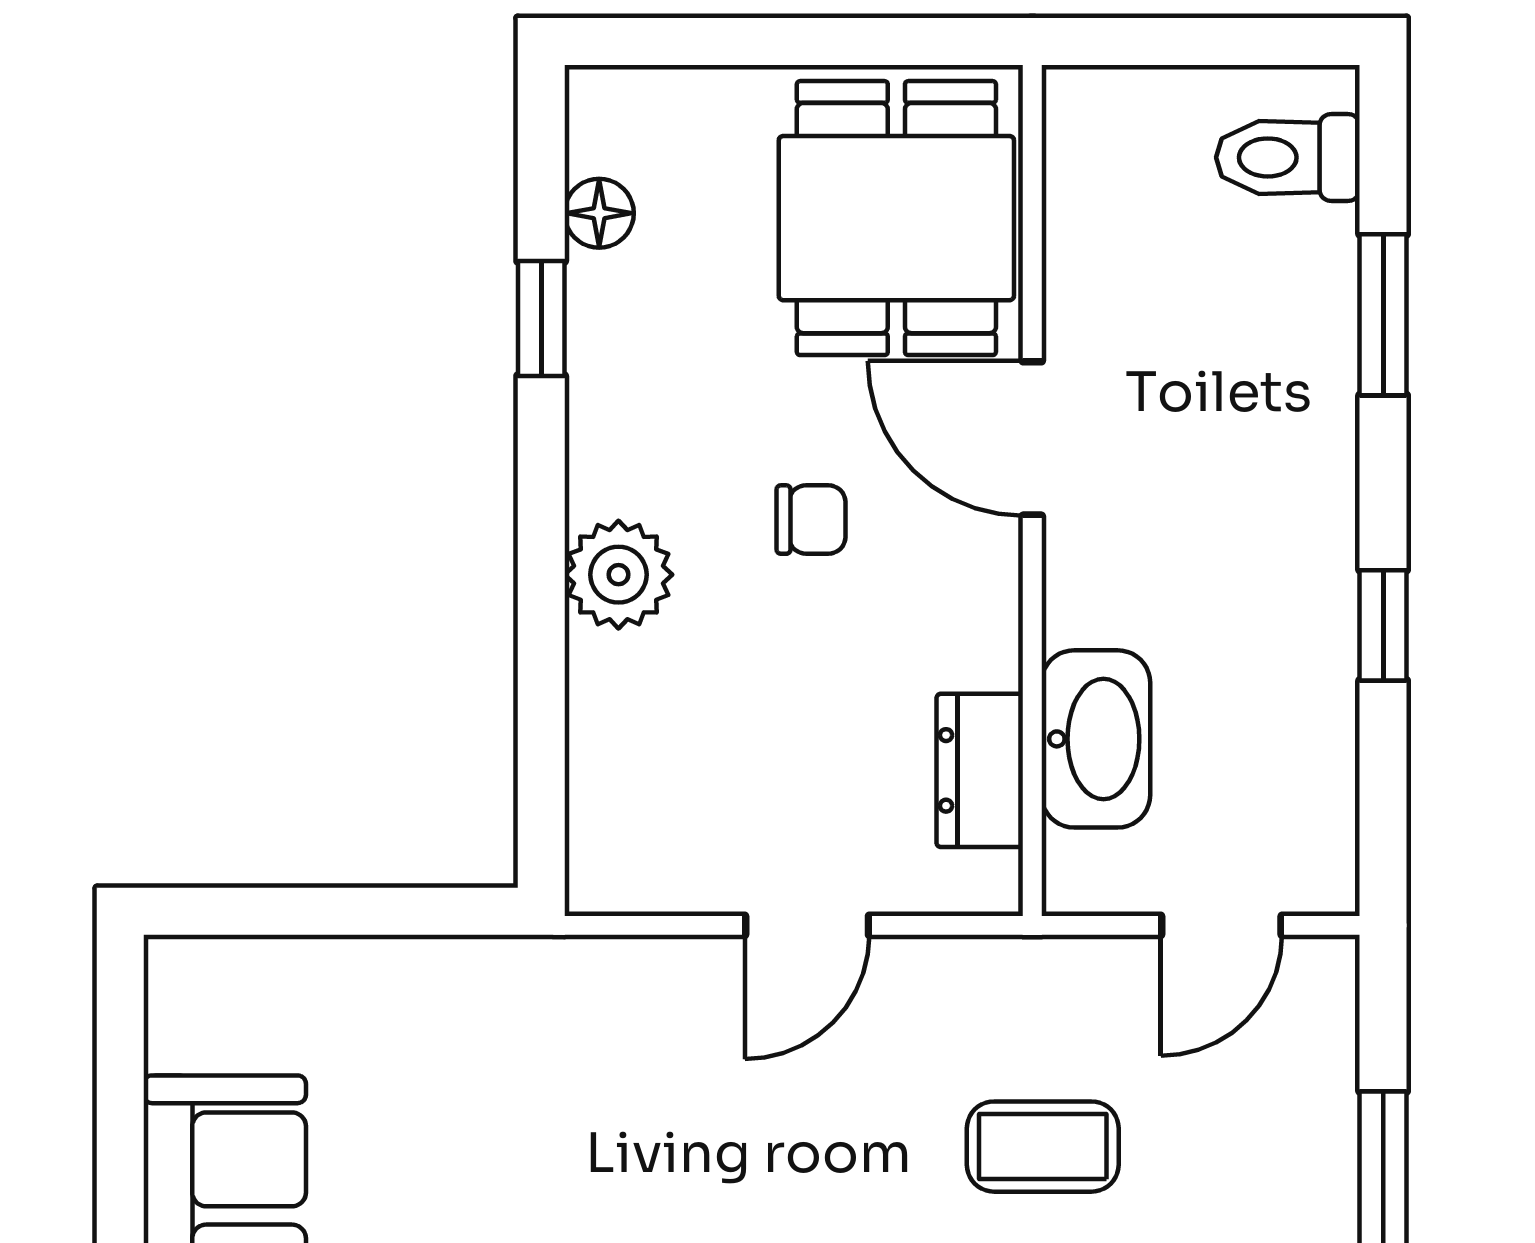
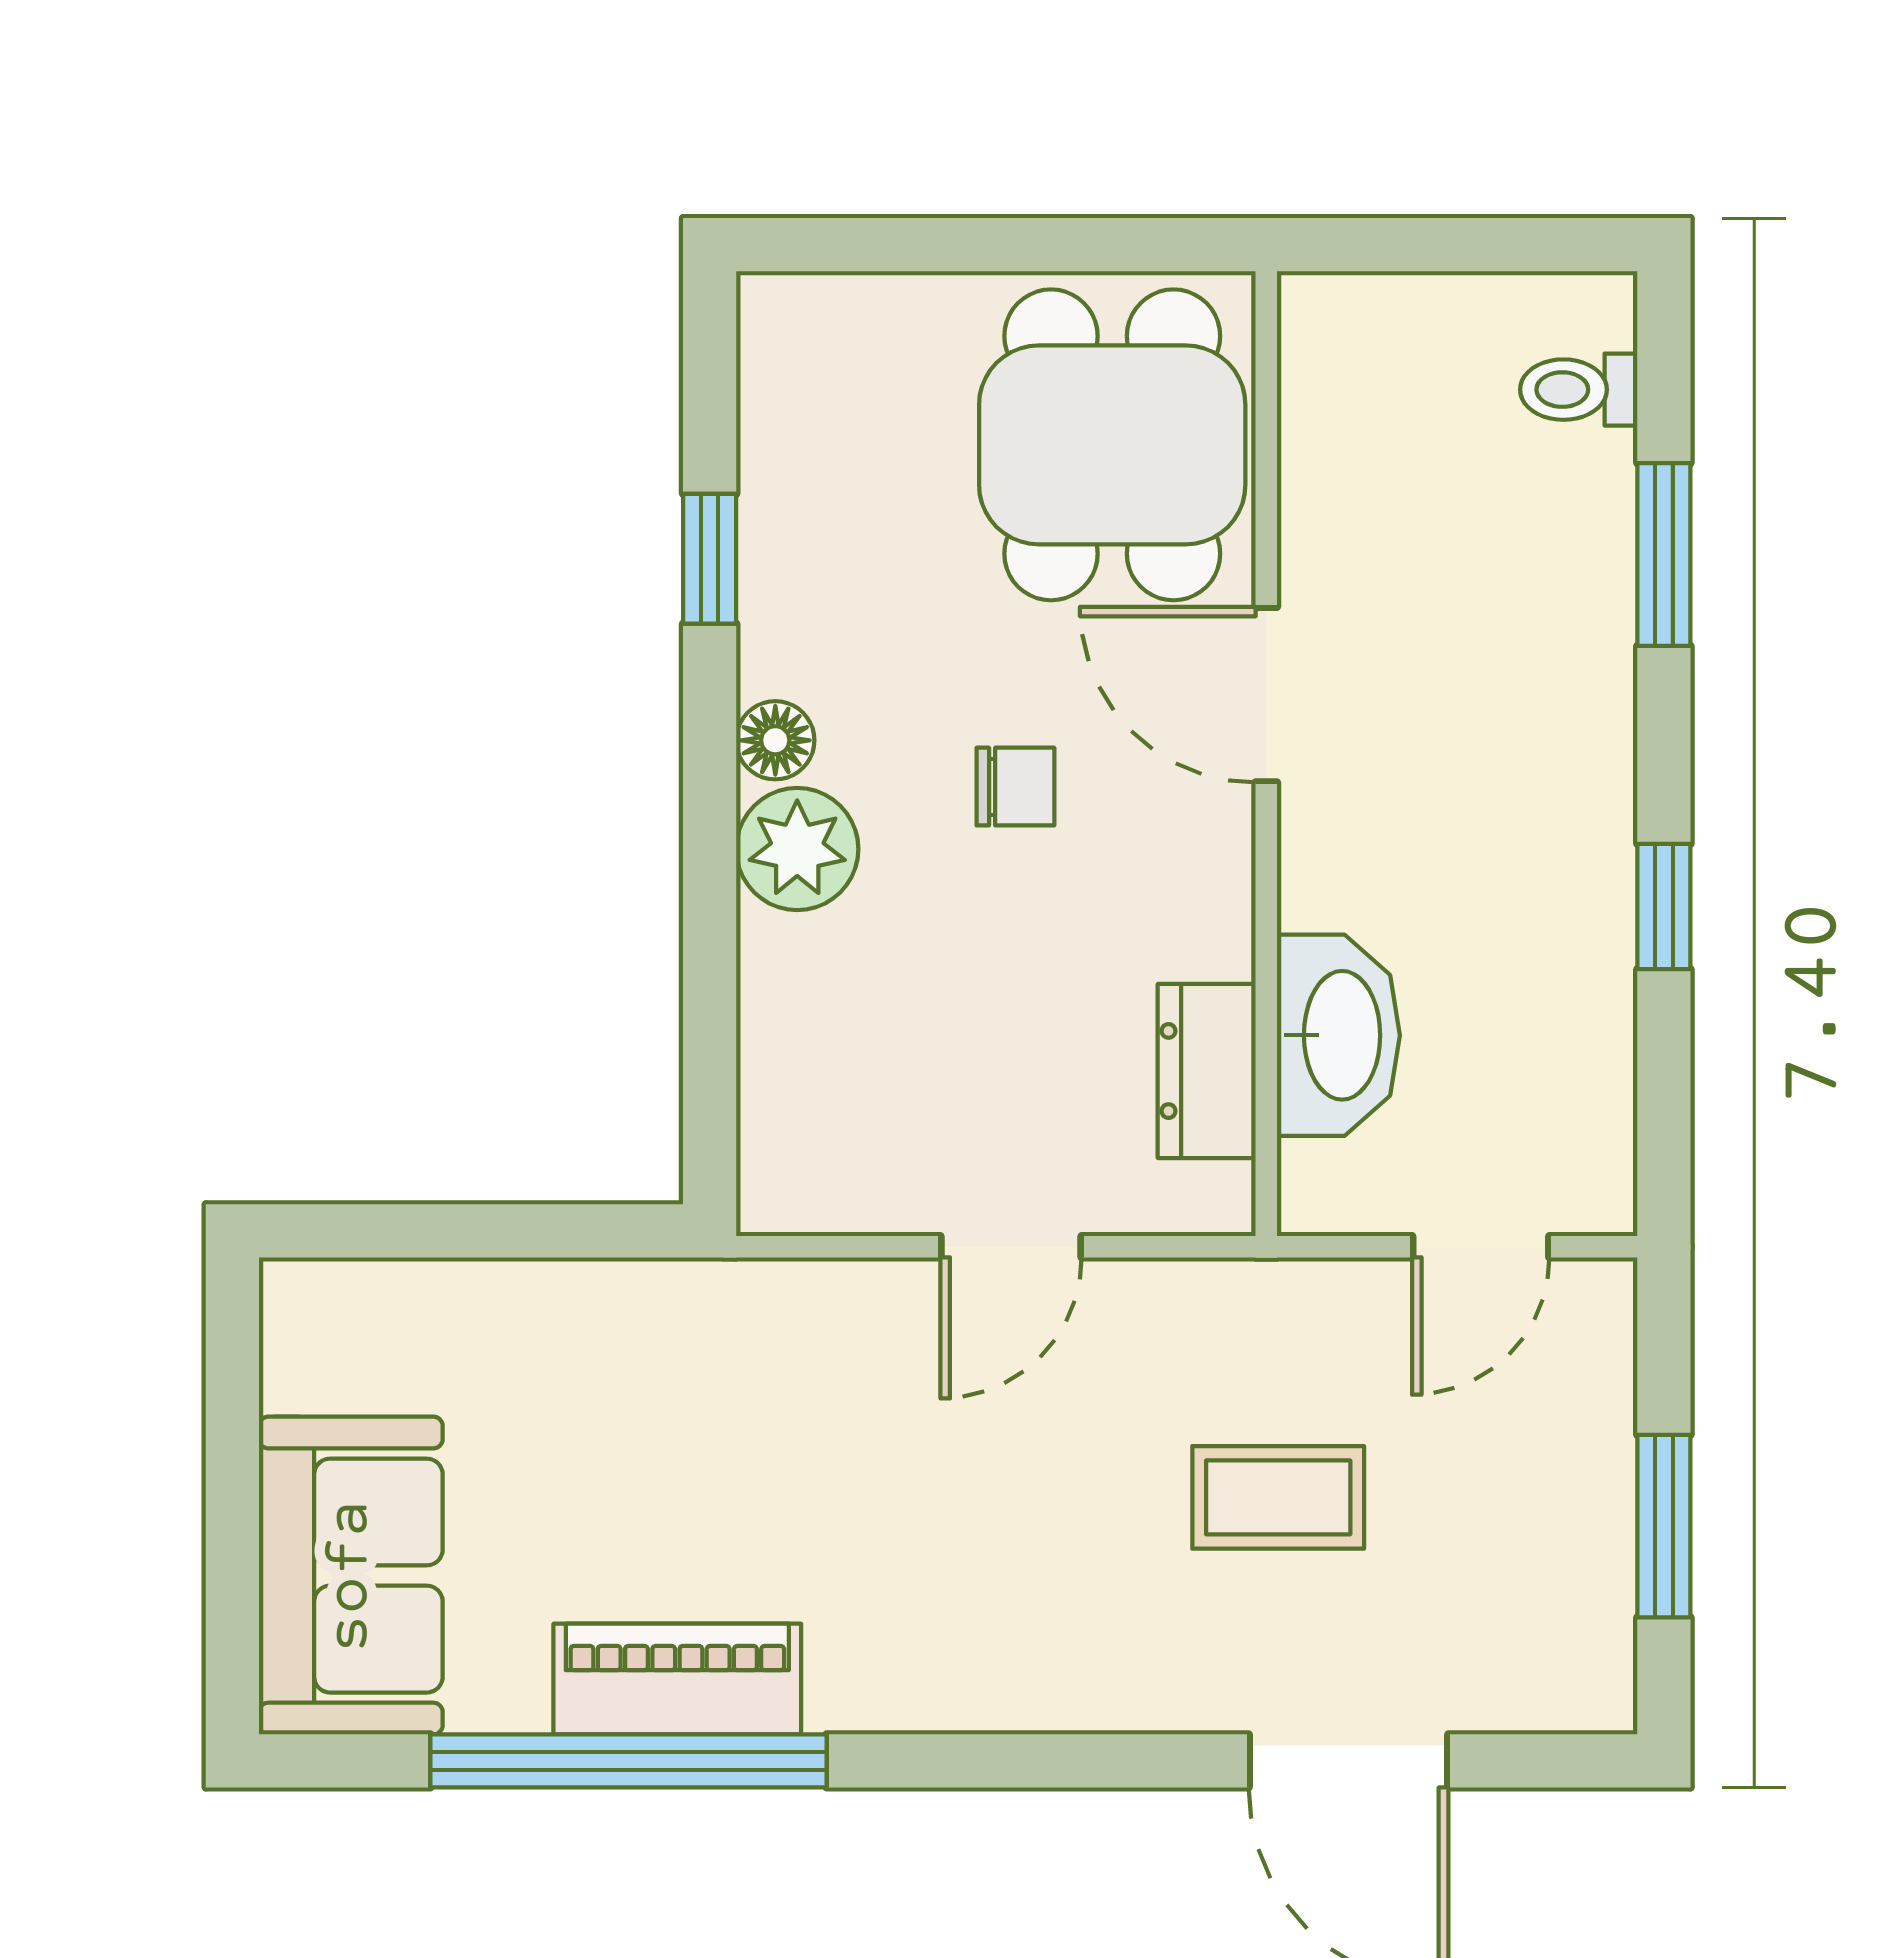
toilet: (1288, 157) -> (1579, 390), width x0.73, depth x0.72
floor lamp: (599, 213) -> (775, 740), moved

